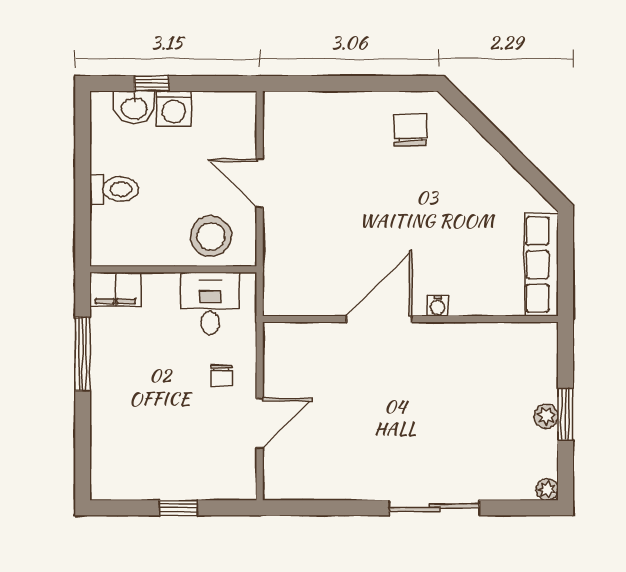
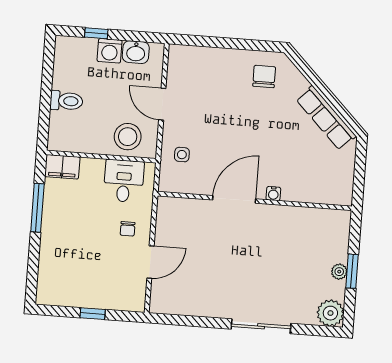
washbasin: (134, 108) -> (136, 52), moved
side table: (295, 257) -> (182, 155), added
row of seats: (541, 265) -> (326, 118), moved, turned -45
plant: (547, 490) -> (330, 313), width x1.88, depth x1.88

